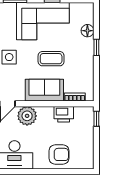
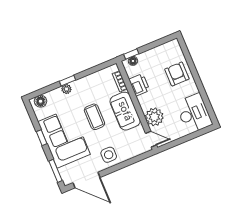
floor lamp: (87, 31) -> (41, 101), moved
plant: (89, 43) -> (66, 89), added
floor lamp: (89, 118) -> (133, 61), added

